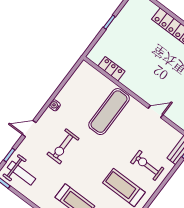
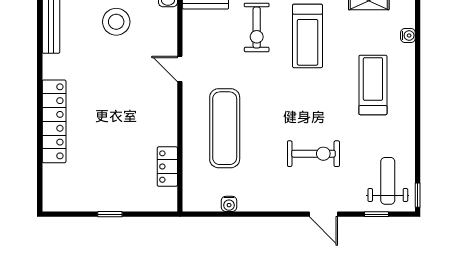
water cooler: (55, 105) -> (229, 204), moved
exercise mat: (109, 112) -> (225, 128), turned 90

